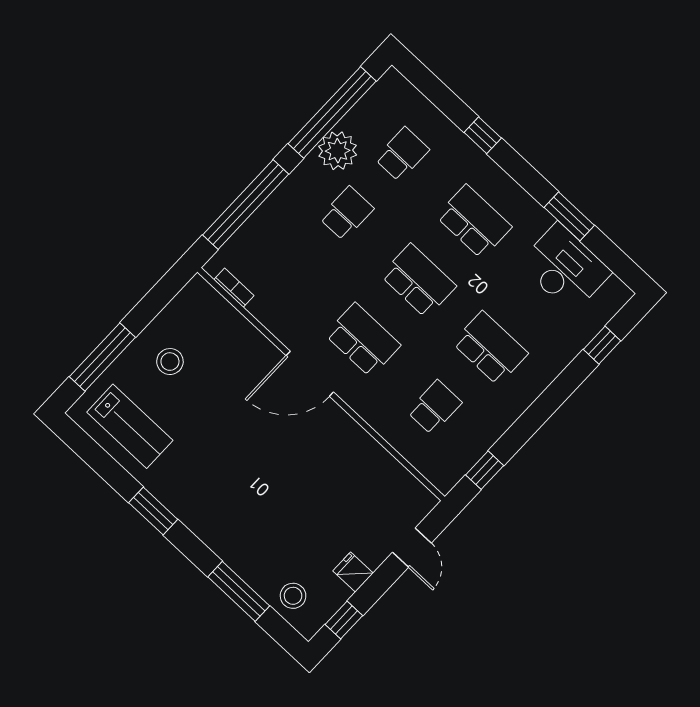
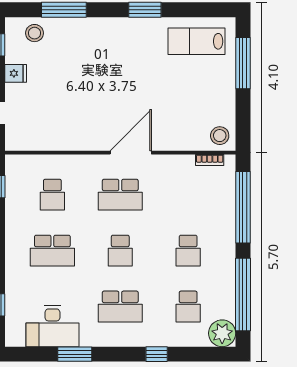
plant: (338, 151) -> (222, 333), moved
school desk: (418, 281) -> (120, 251), width x0.54
stool: (170, 362) -> (220, 136), moved

